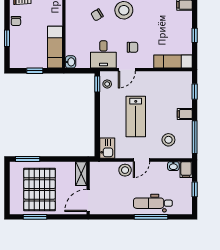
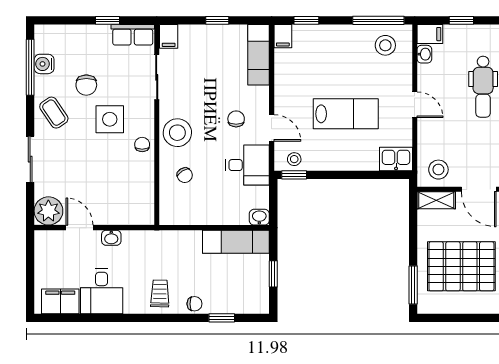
filing cabinet: (185, 114) -> (283, 36), moved
stool: (168, 140) -> (385, 45), moved
stool: (125, 170) -> (438, 170), moved

